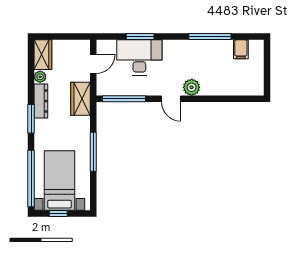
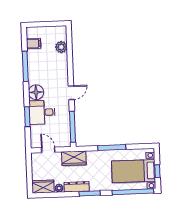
floor lamp: (173, 50) -> (36, 92), added
desk: (139, 57) -> (42, 112), width x0.73
plant: (192, 87) -> (61, 47), moved

